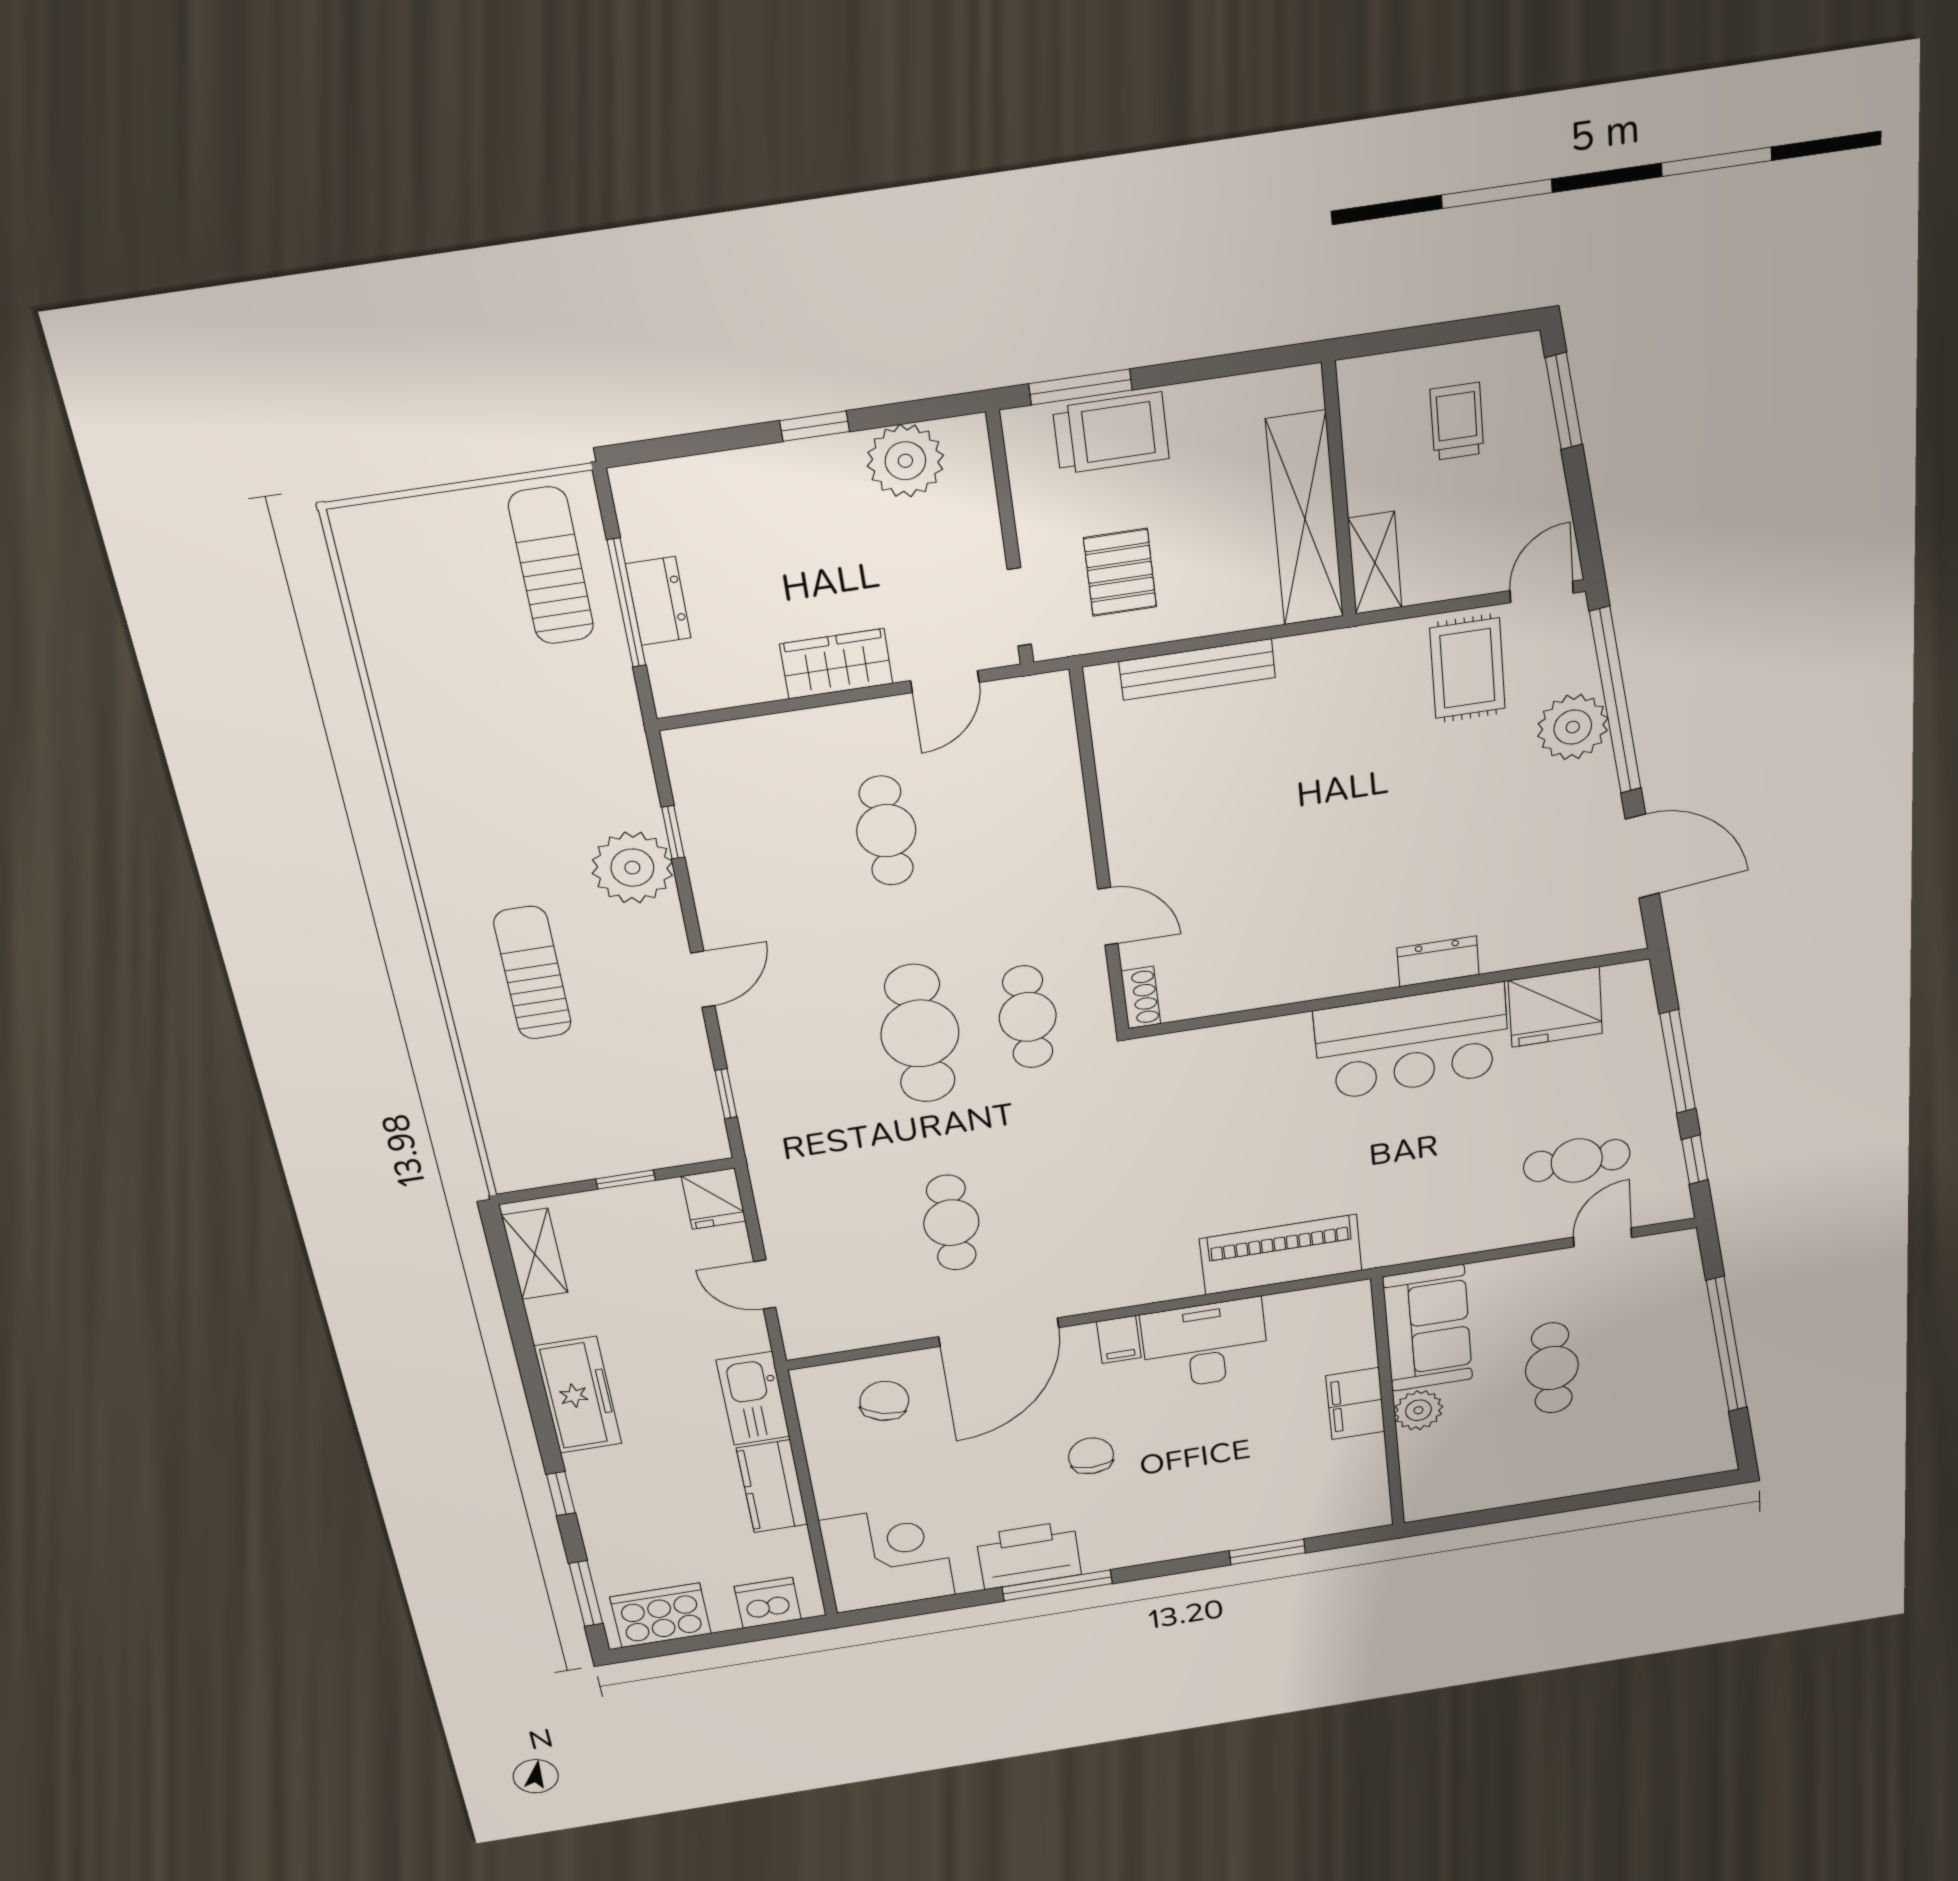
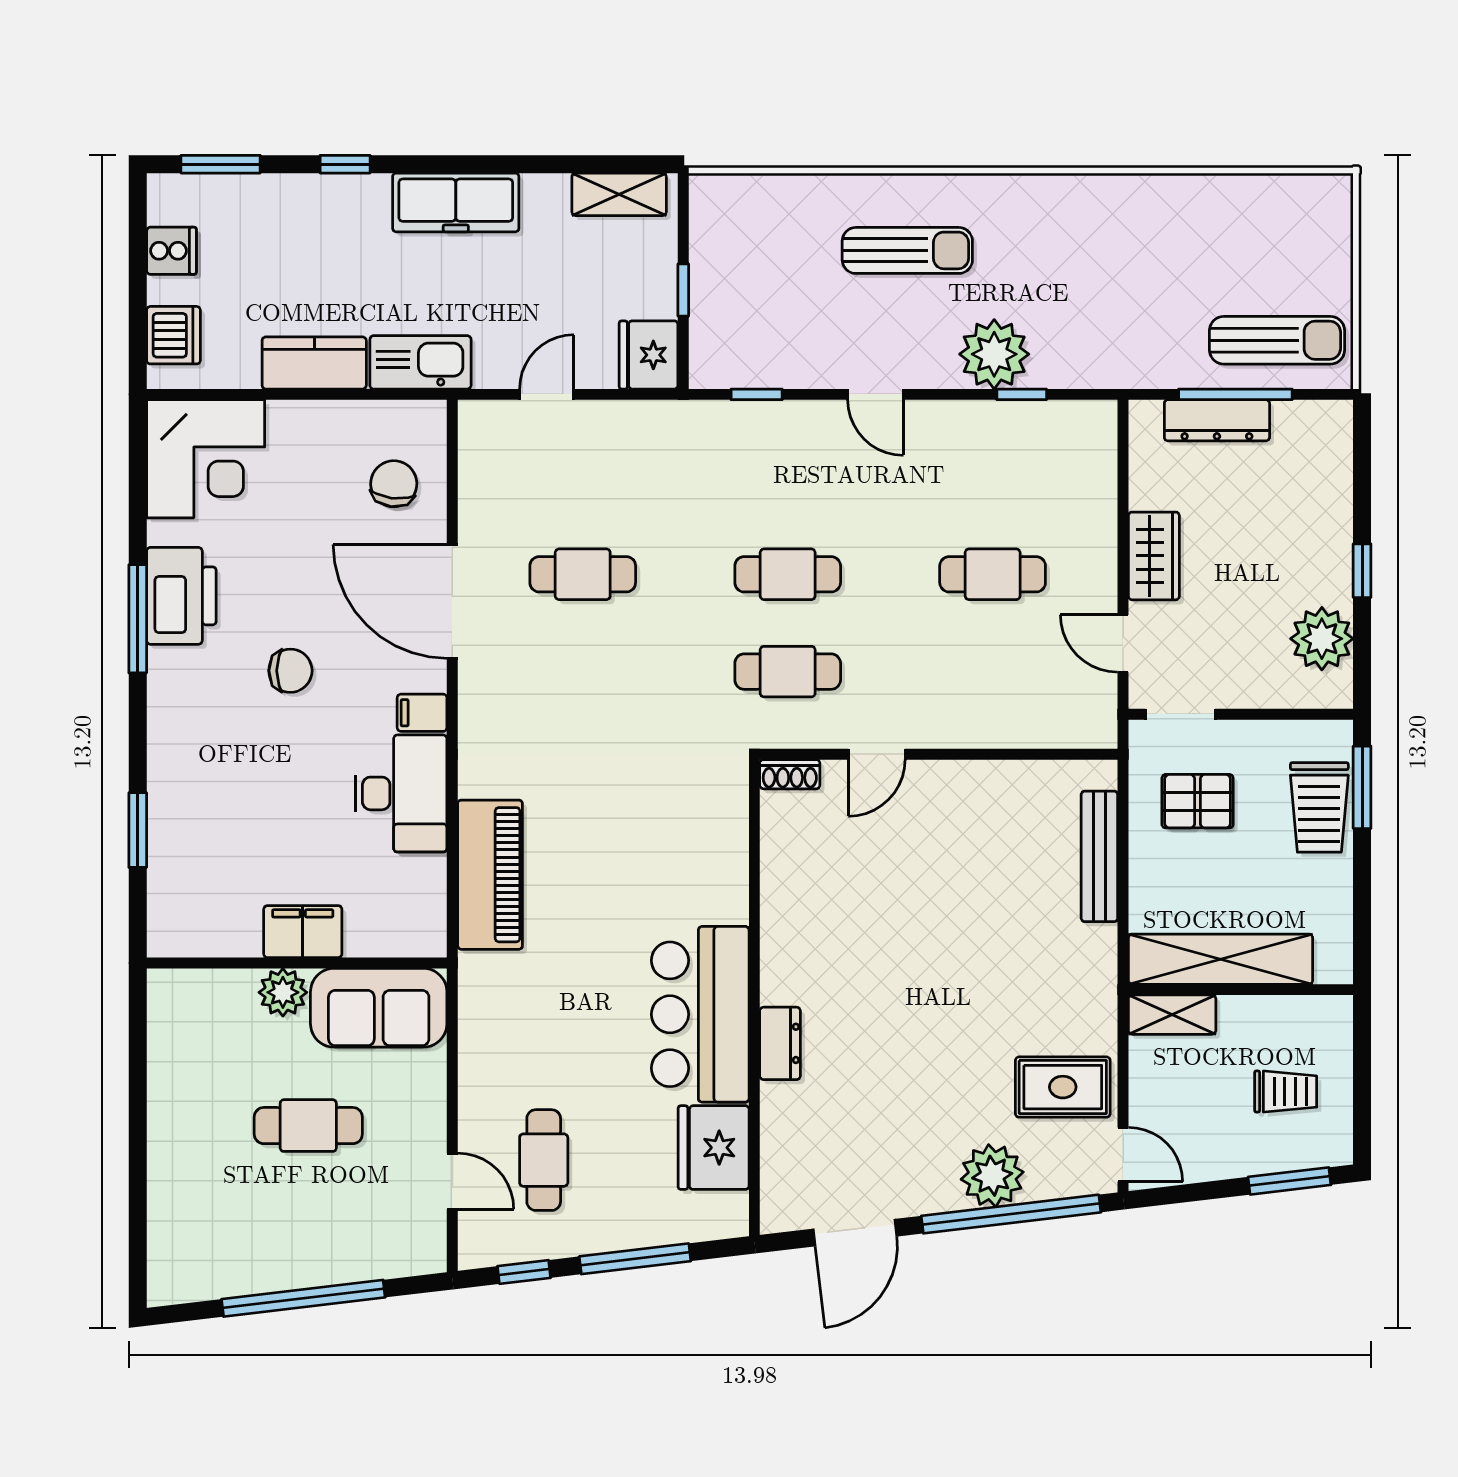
dresser: (658, 601) -> (1217, 420), width x1.44
cafe table: (920, 1034) -> (788, 574), width x0.73, depth x0.74
fridge: (714, 1199) -> (649, 355), width x1.38
chair: (884, 1401) -> (394, 484), turned -100
cooker: (661, 1615) -> (171, 251), width x0.53, depth x0.76

